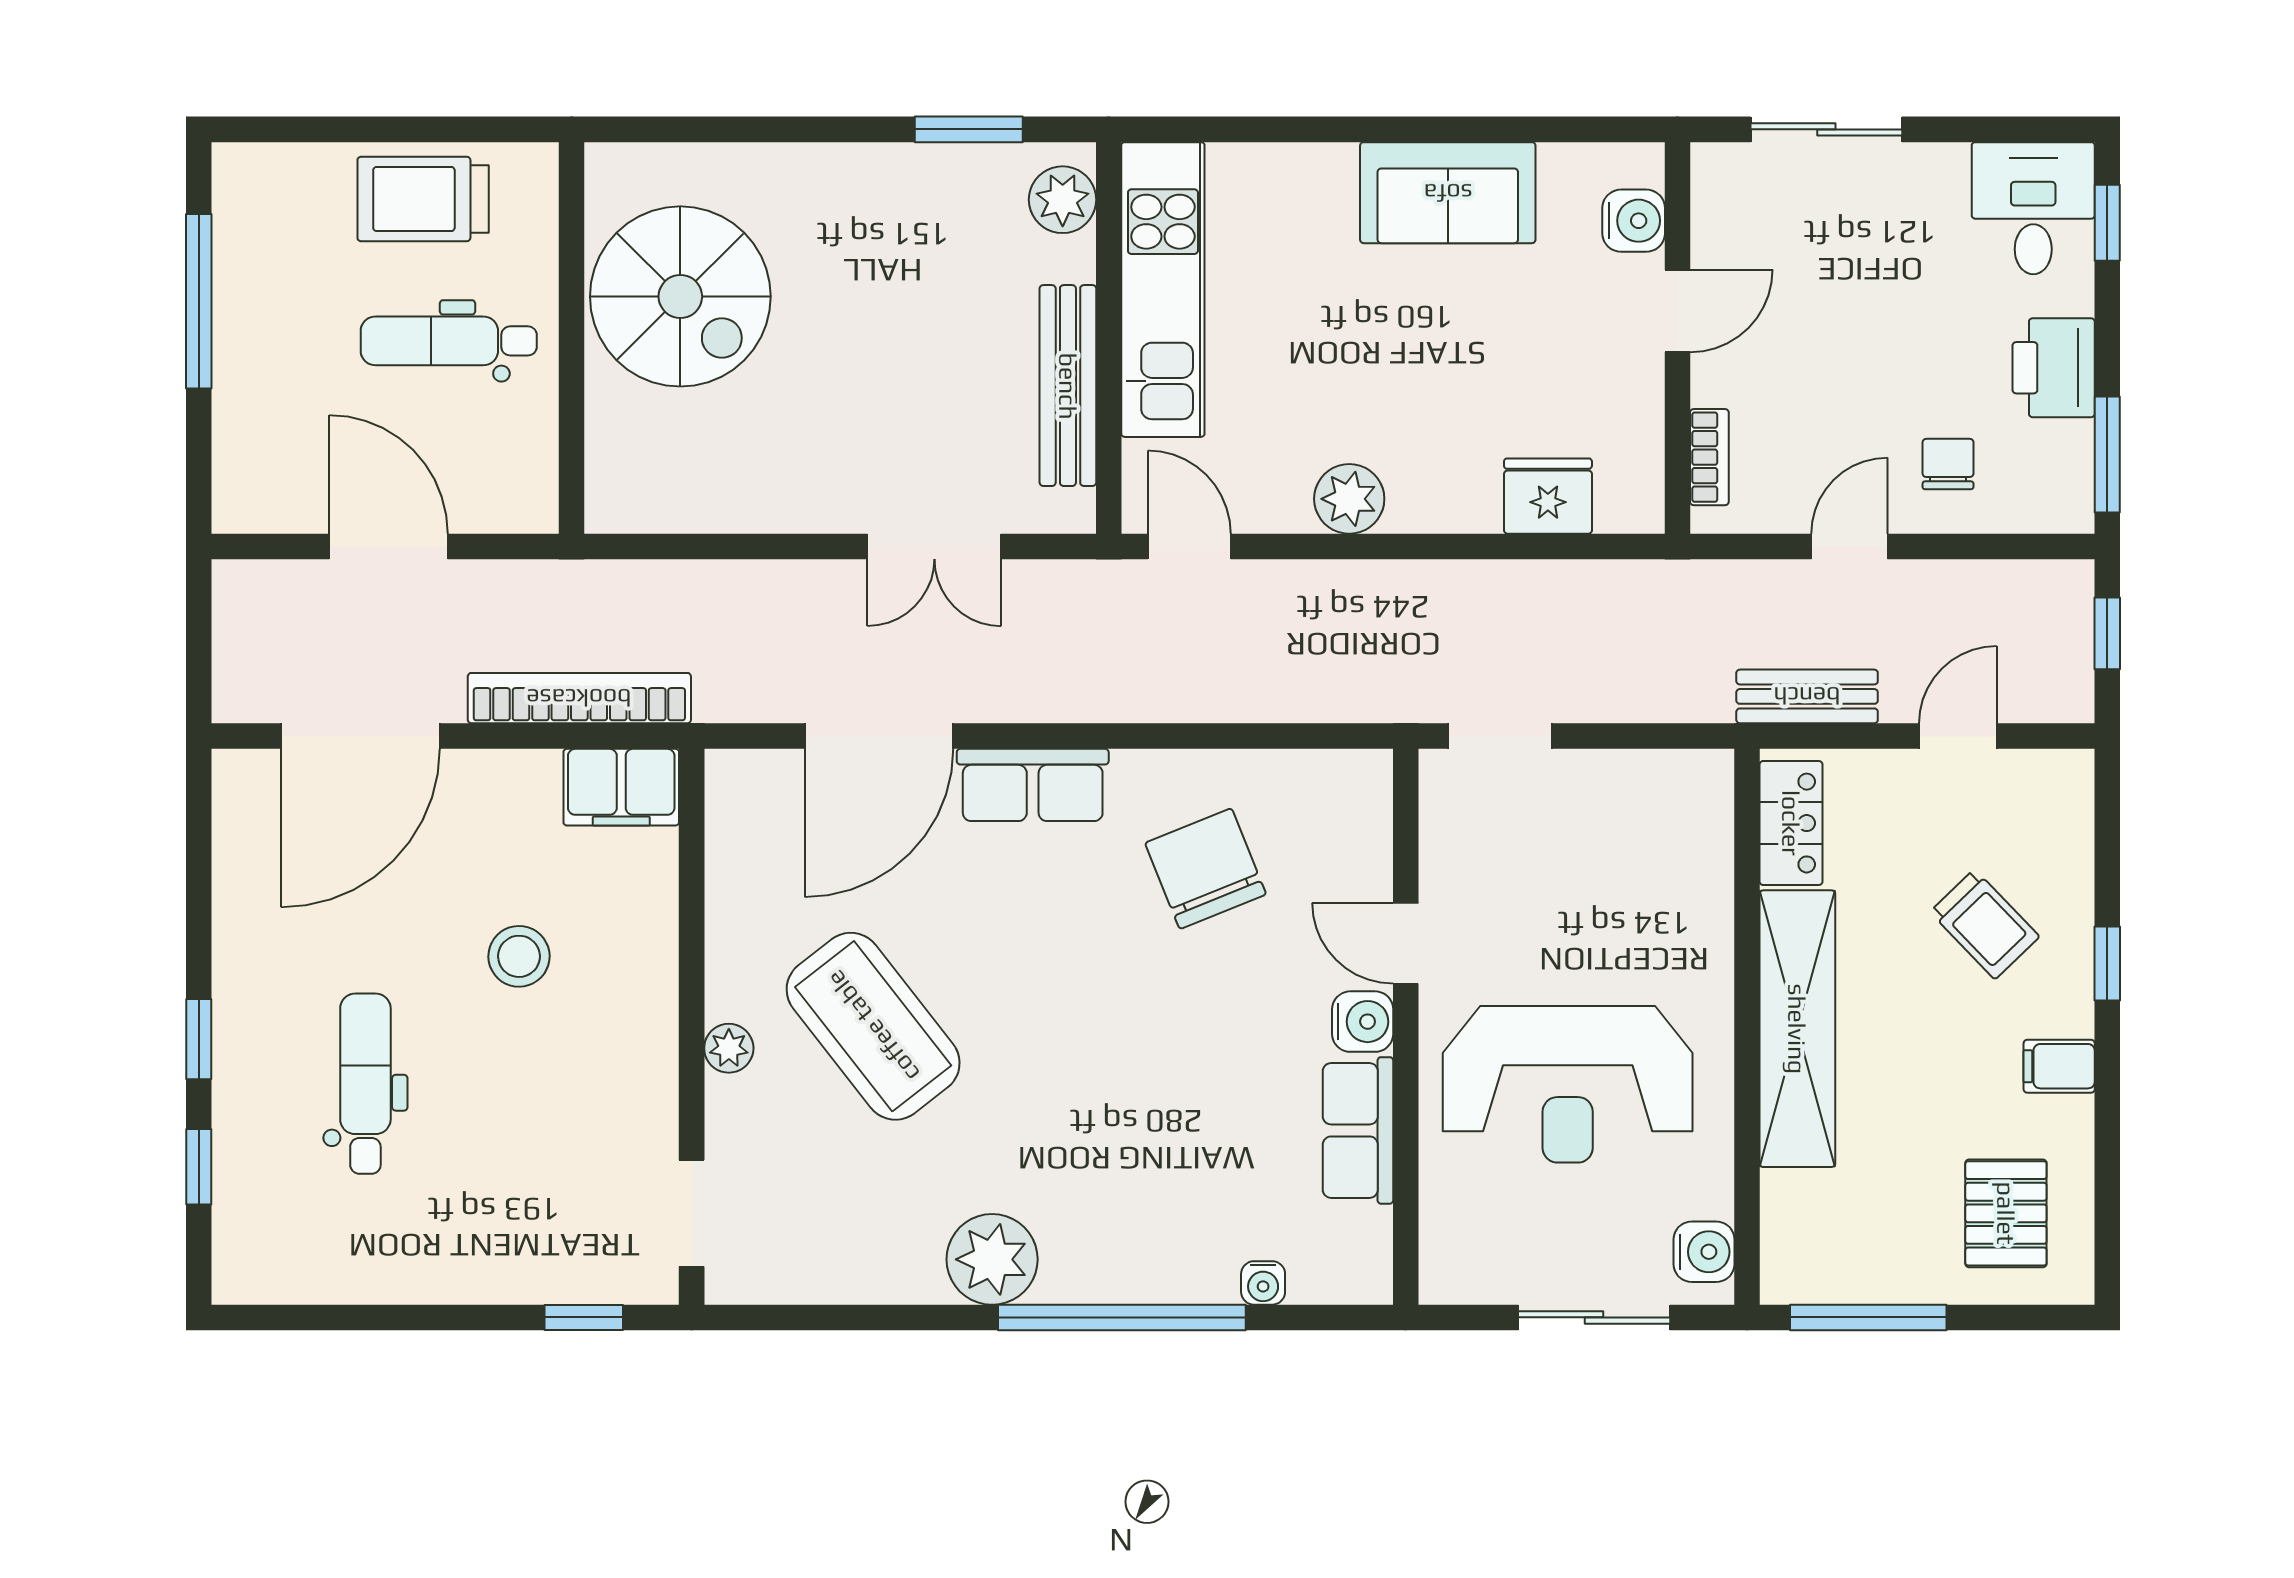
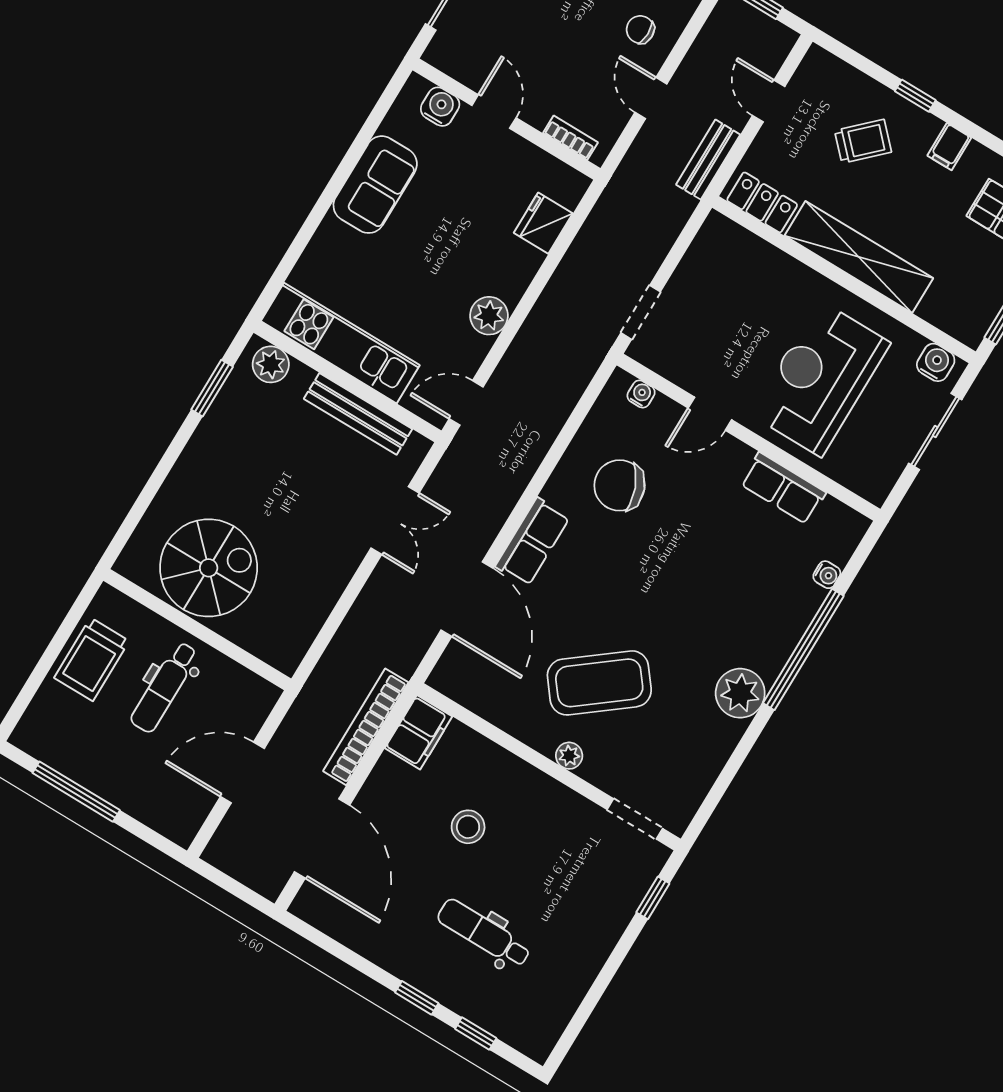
water cooler: (1363, 1022) -> (641, 394), moved, width x0.72, depth x0.72
reception desk: (1568, 1084) -> (820, 379), turned 180

